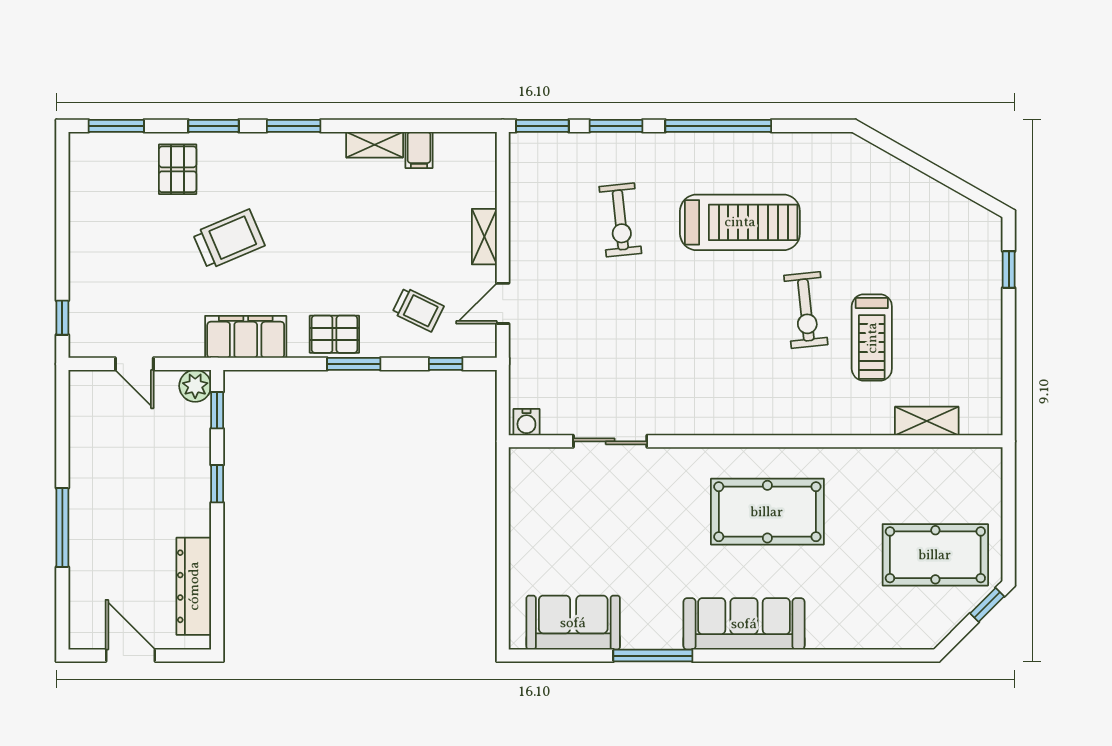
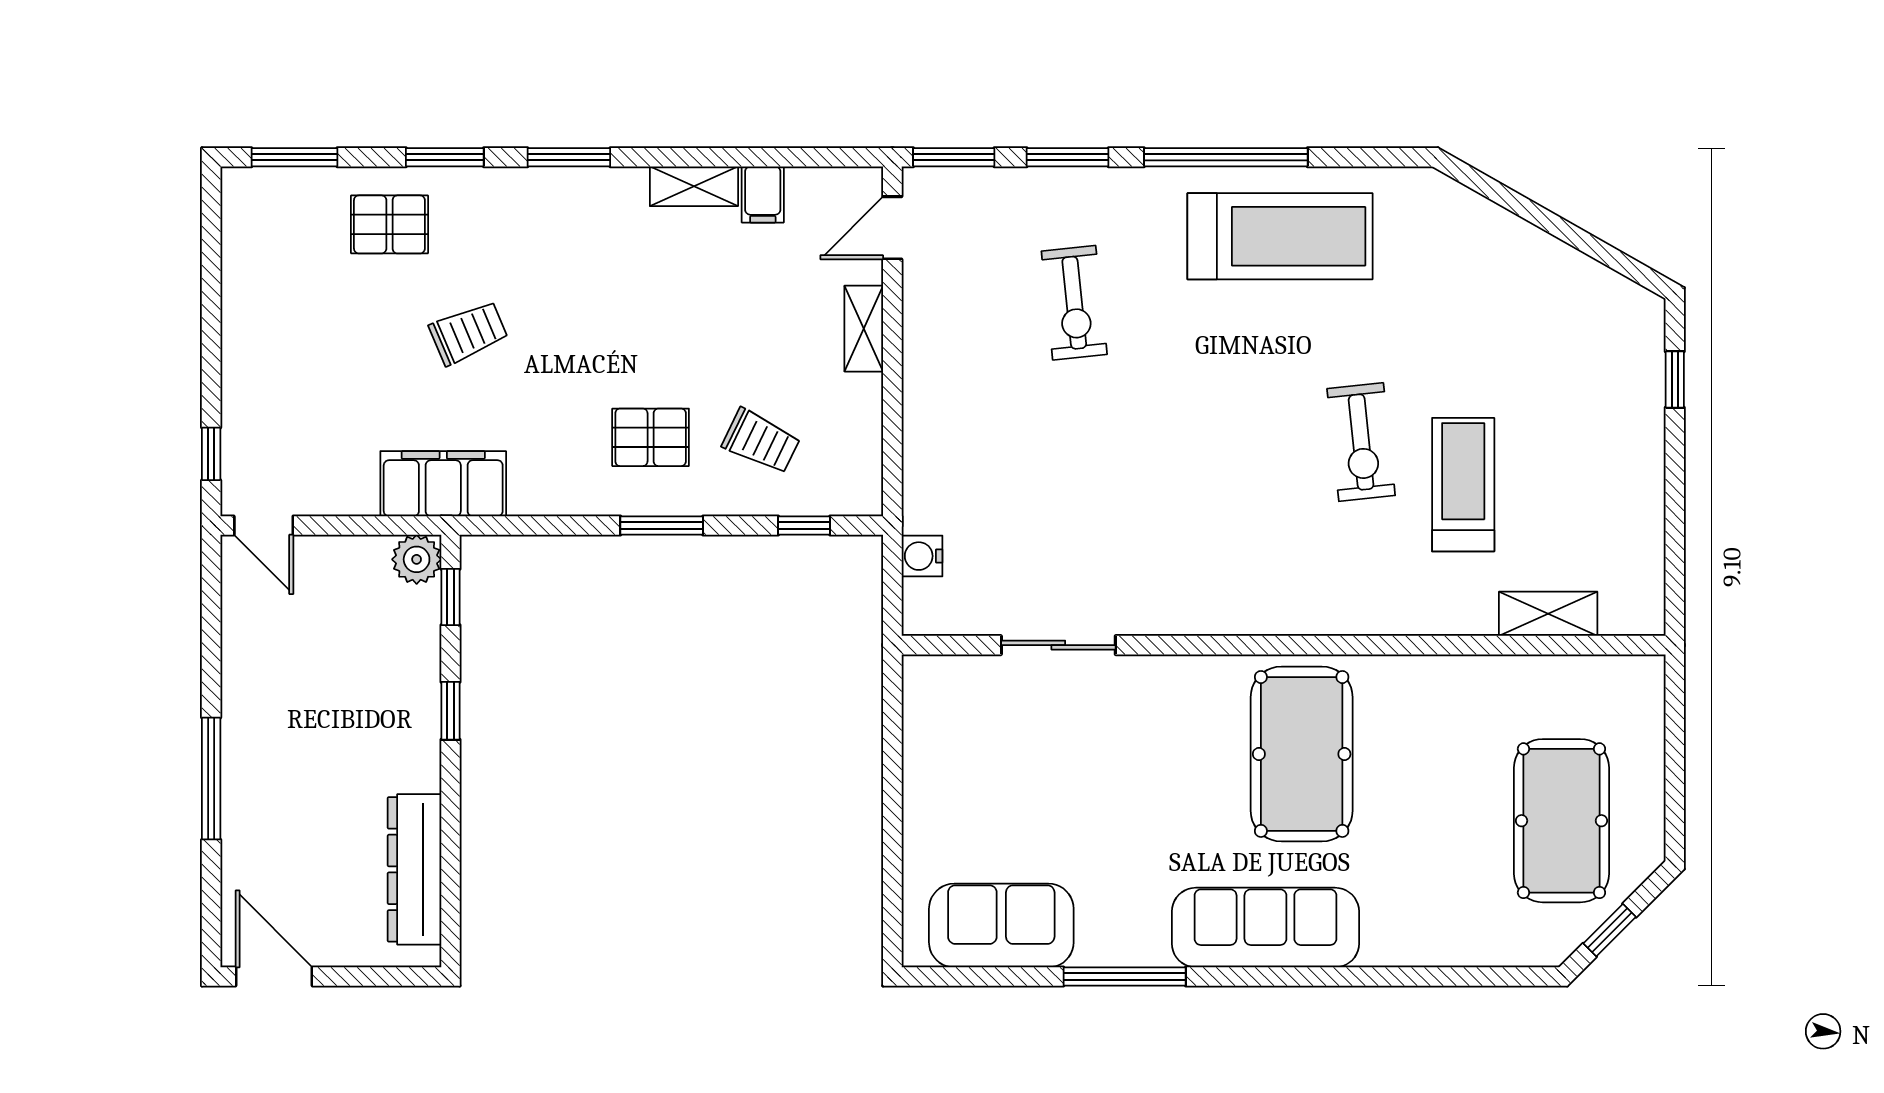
pallet: (178, 169) -> (389, 224), turned 90
treadmill: (740, 222) -> (1280, 236), moved
trolley: (229, 239) -> (468, 333), width x0.73, depth x0.72
door: (503, 303) -> (892, 228), moved
pallet: (334, 334) -> (651, 437), moved
filing cabinet: (246, 337) -> (443, 484), moved
treadmill: (872, 338) -> (1463, 485), turned 180
door: (134, 364) -> (264, 525), moved
water cooler: (526, 422) -> (922, 556), moved, turned 90
pool table: (767, 512) -> (1302, 754), turned 90
pool table: (935, 555) -> (1561, 821), turned 90
window: (987, 605) -> (1610, 930), moved
door: (130, 656) -> (274, 976), moved

